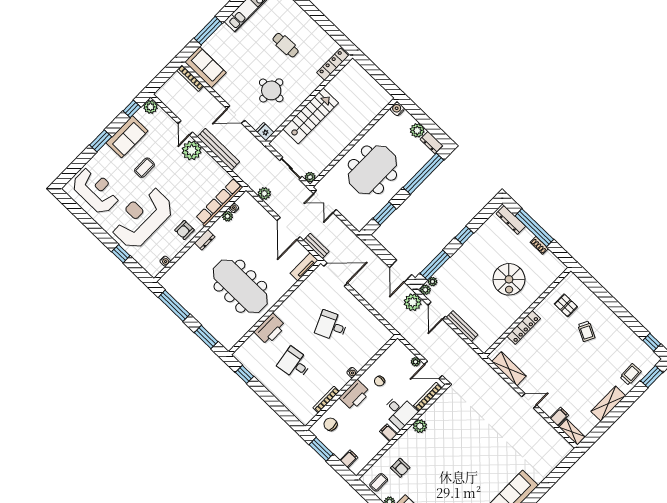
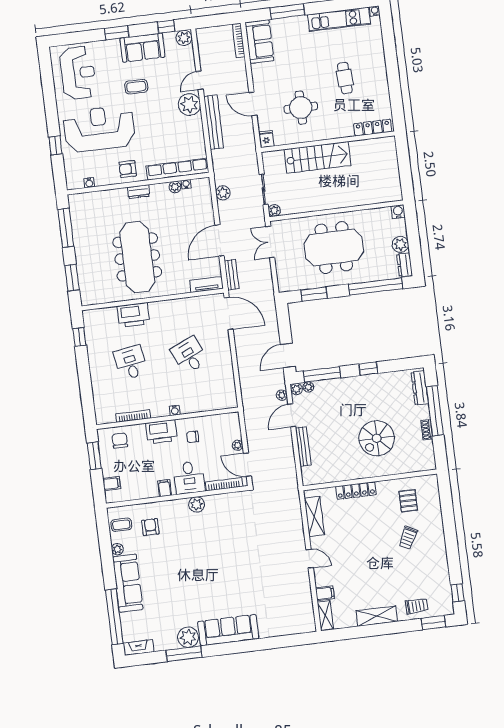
plant: (413, 302) -> (282, 395), width x0.53, depth x0.53
armchair: (400, 468) -> (150, 527), turned 180

